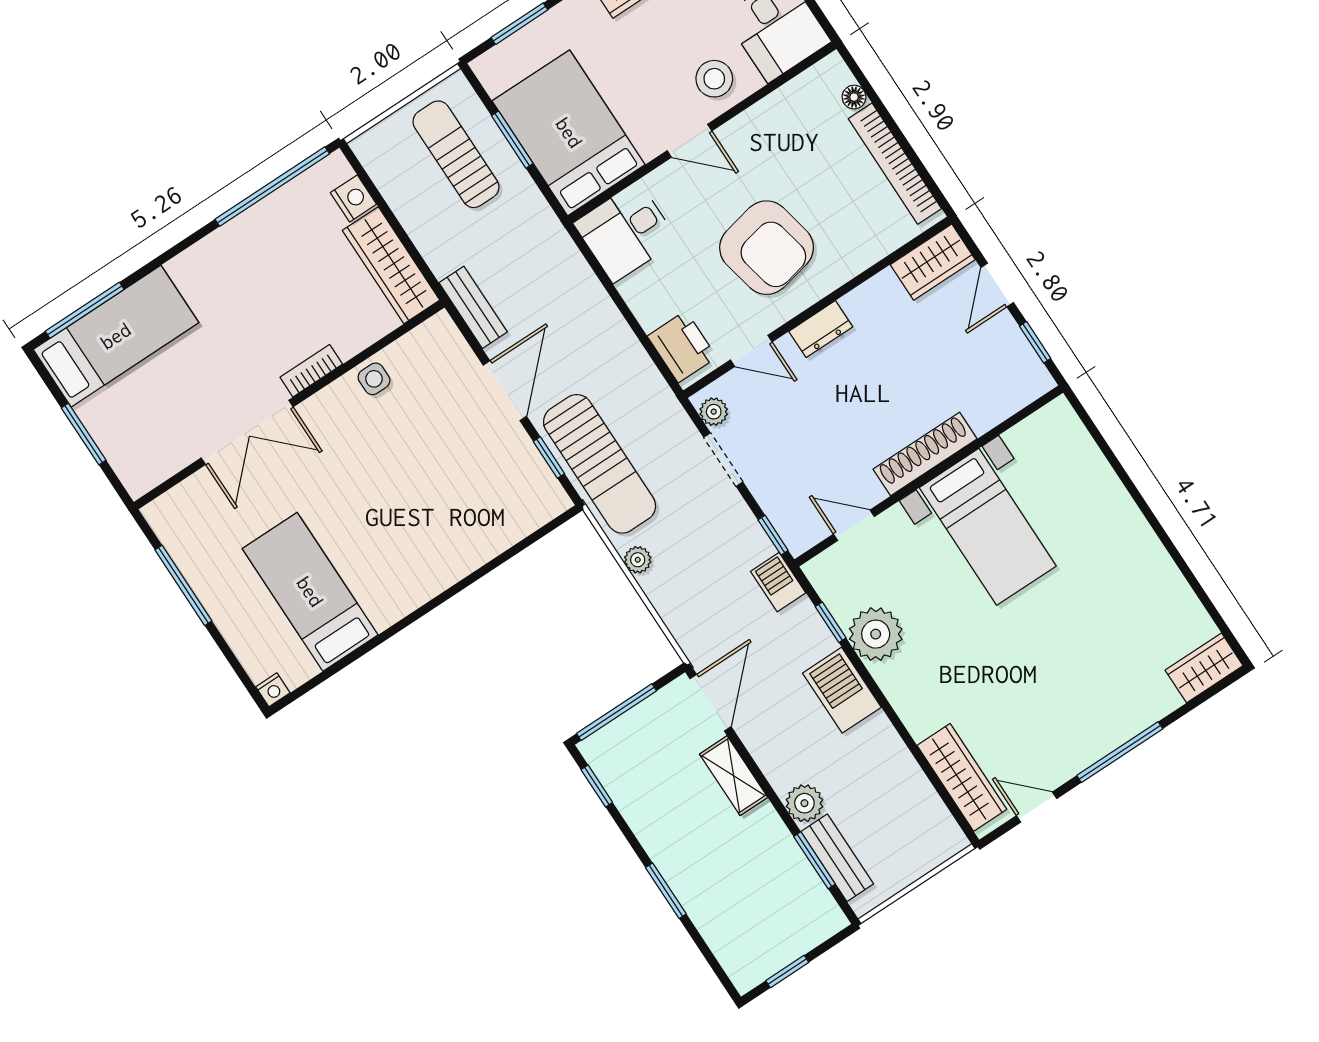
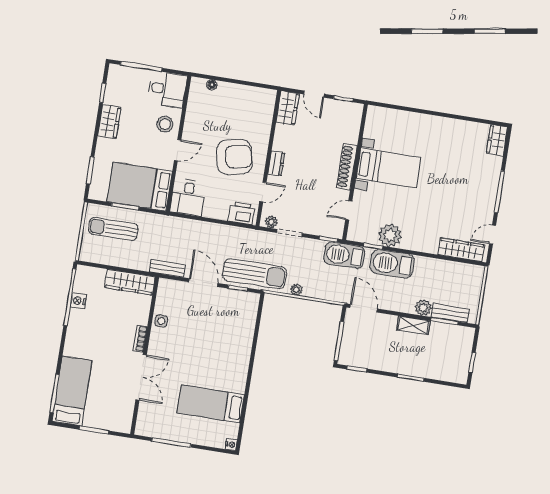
bookcase: (895, 164) -> (245, 91), removed
nightstand: (353, 198) -> (78, 301), moved, turned -90
barbecue: (778, 582) -> (344, 255), width x1.88, depth x1.53
barbecue: (842, 690) -> (392, 264), width x1.37, depth x1.21
shelving: (734, 776) -> (413, 325), moved

